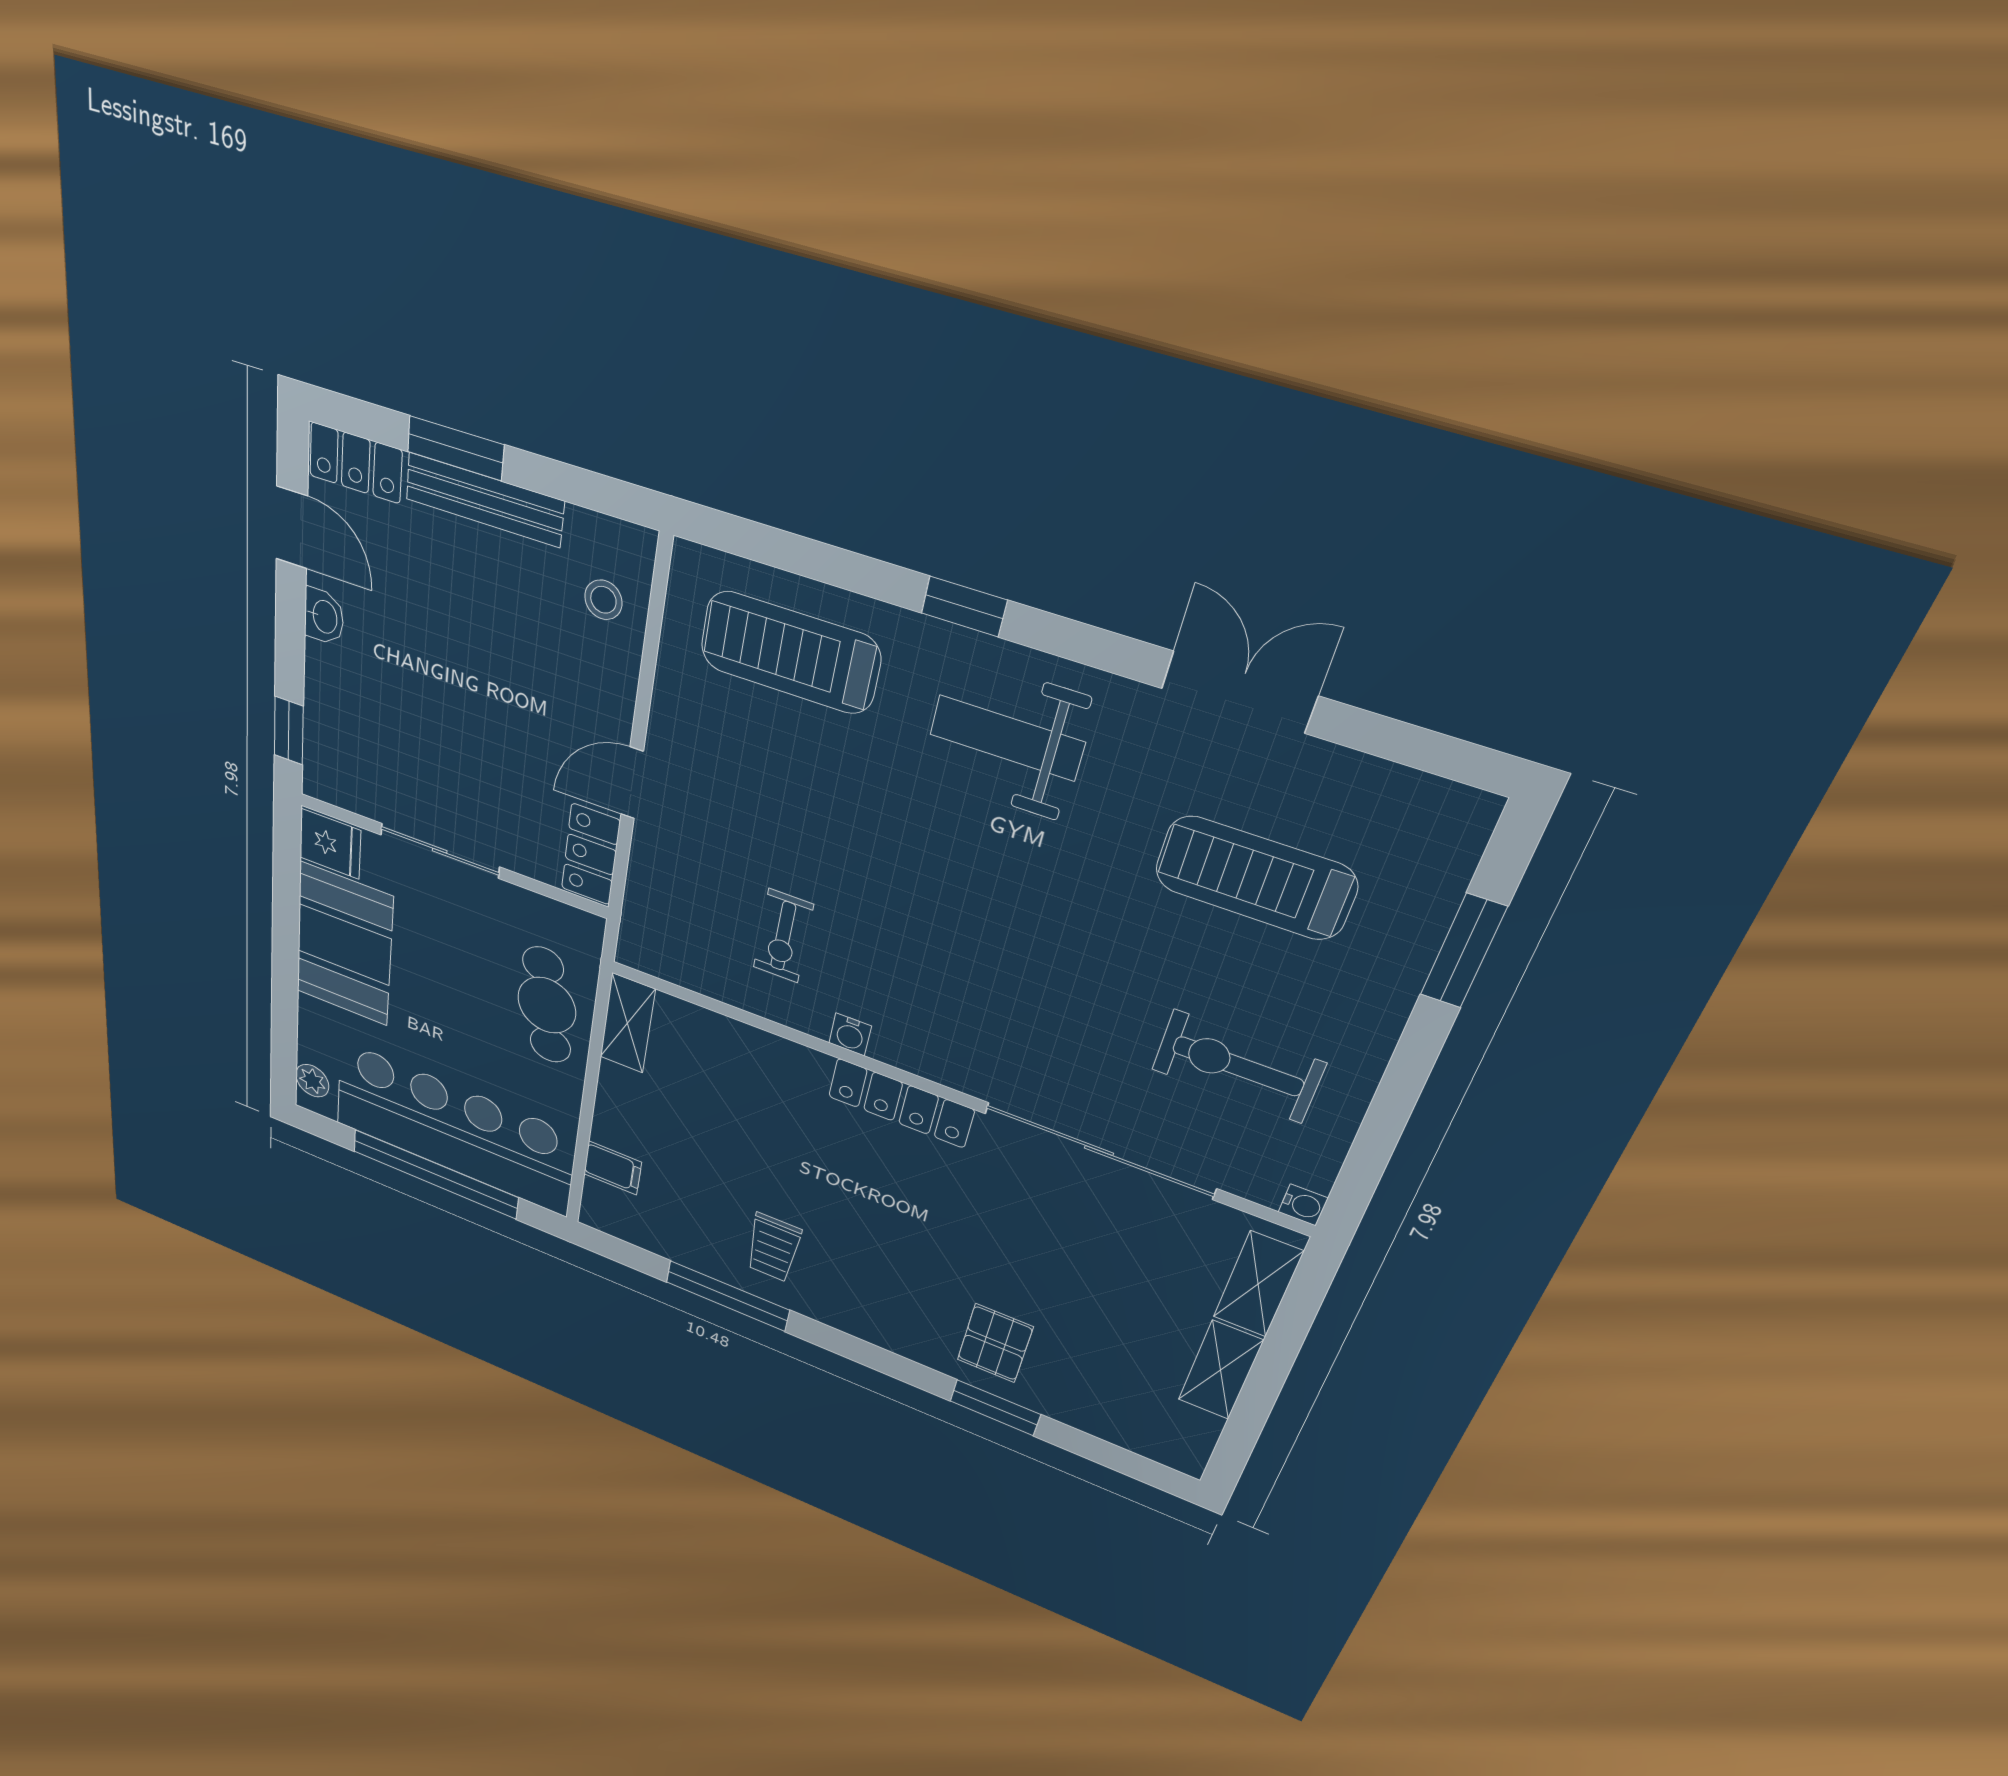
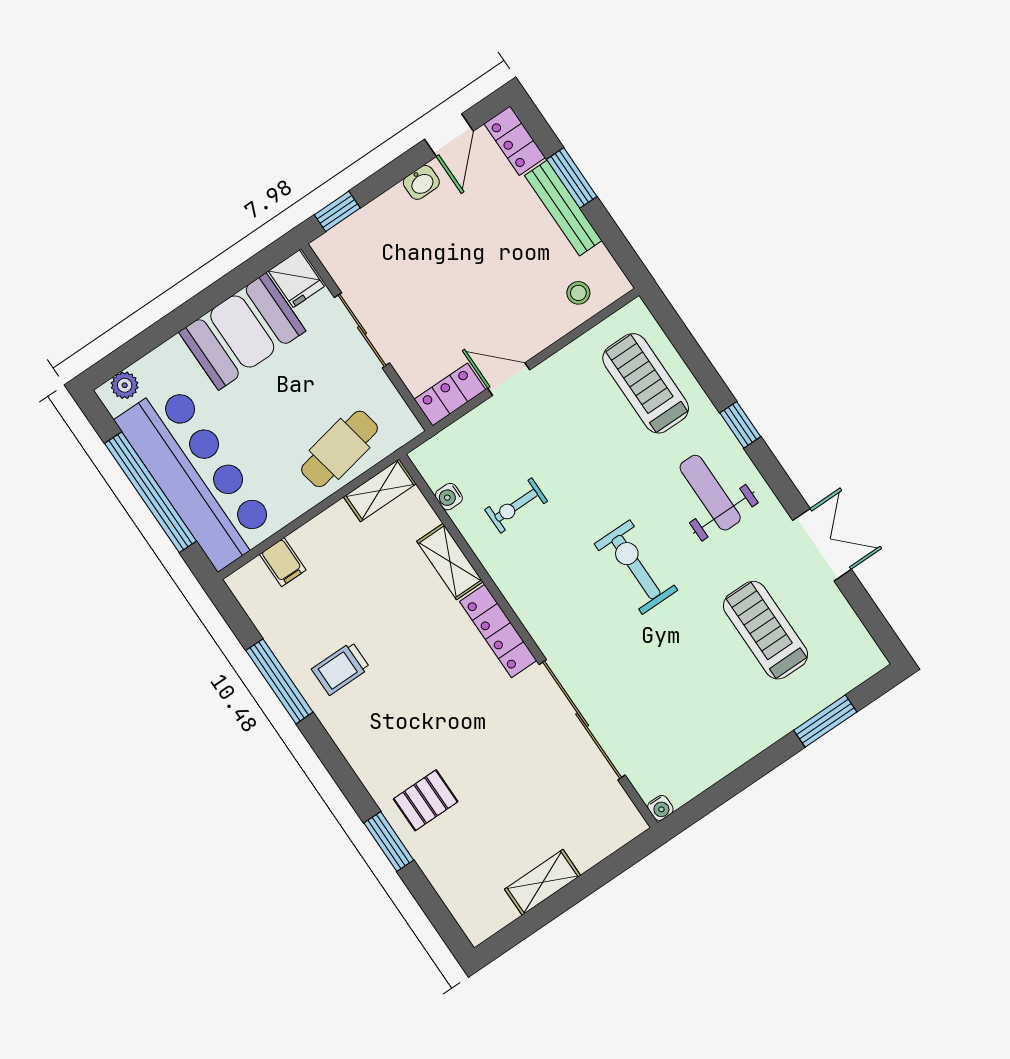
water cooler: (850, 1034) -> (449, 497), moved
exercise bike: (1238, 1066) -> (636, 567), moved
shelving: (1258, 1284) -> (450, 562), moved, turned 90

